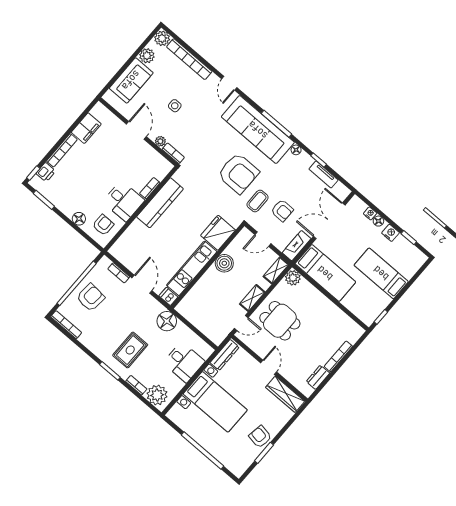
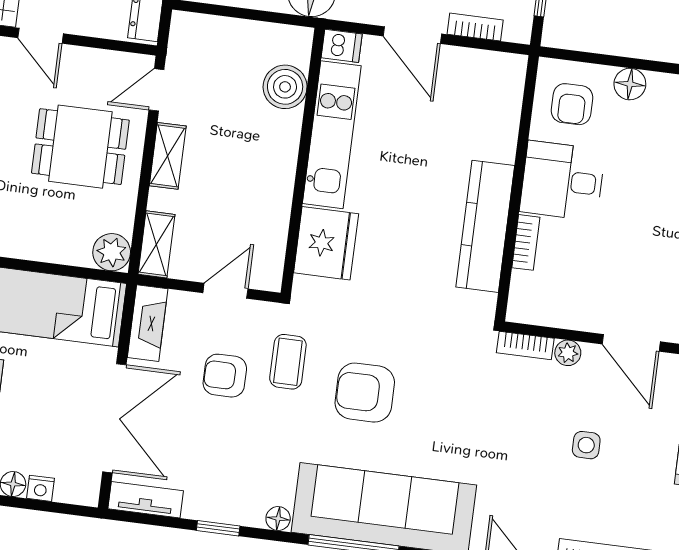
armchair: (238, 173) -> (365, 393), width x0.73, depth x0.73
tv unit: (324, 174) -> (146, 500), moved
boiler: (224, 263) -> (285, 87), moved

